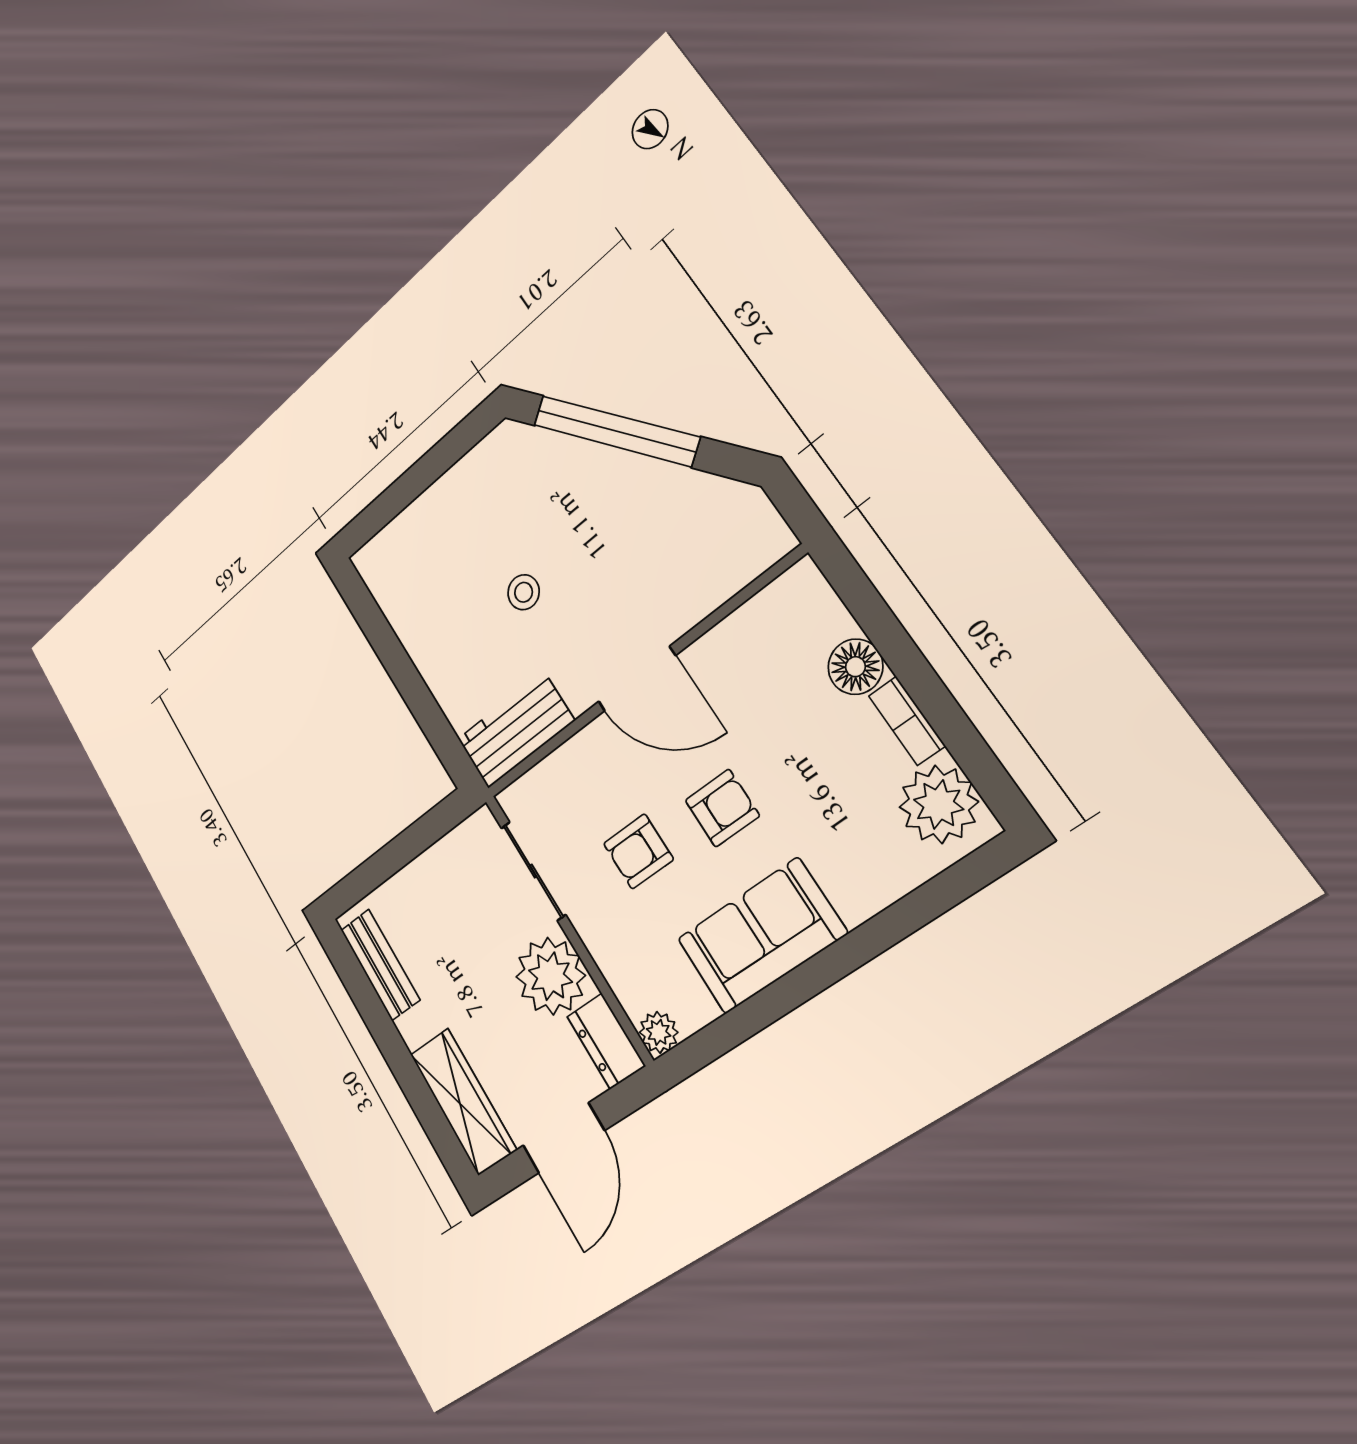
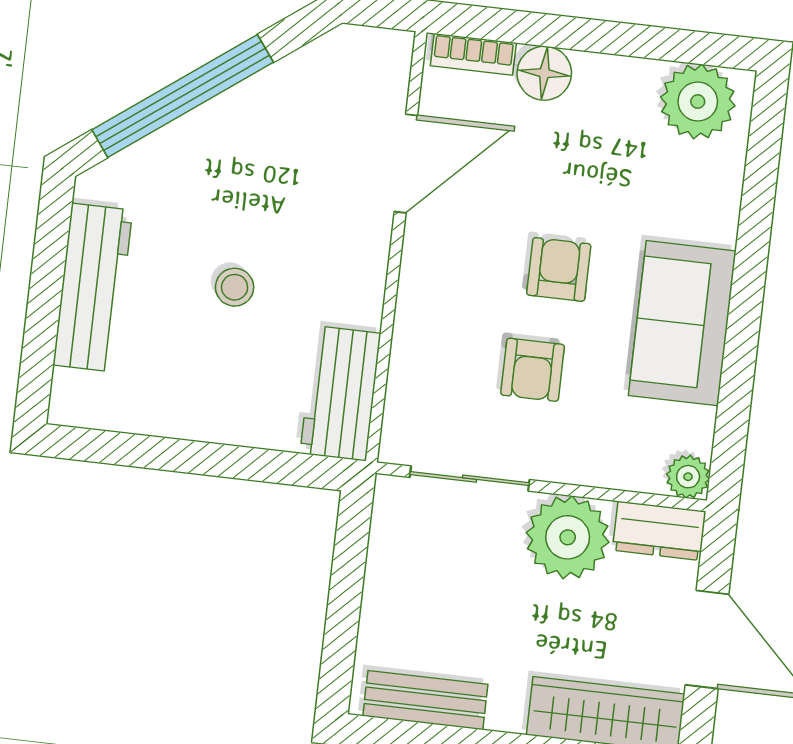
workbench: (449, 501) -> (93, 288), added
door: (637, 679) -> (406, 164), moved
bookcase: (907, 721) -> (473, 54), moved

